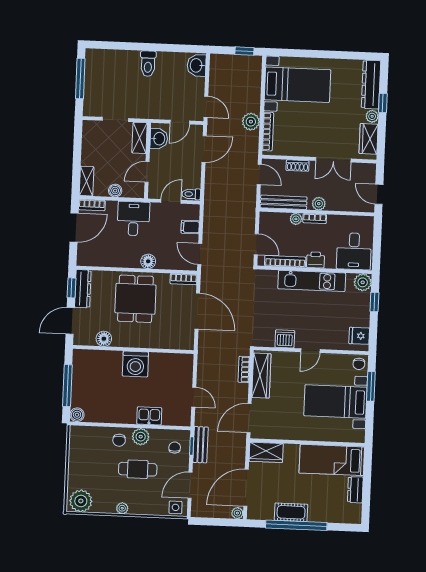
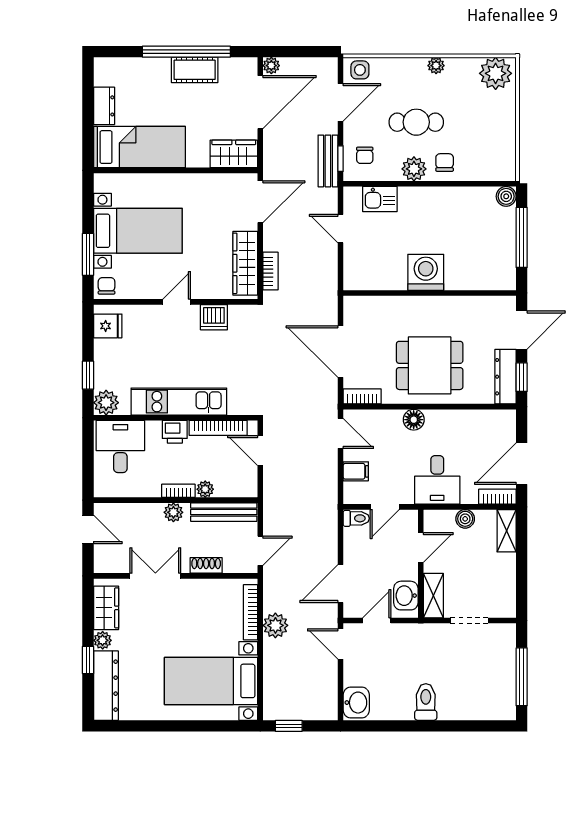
door: (259, 174) -> (260, 551), swing flipped
dining table: (135, 299) -> (430, 365), turned 90
floor lamp: (104, 339) -> (472, 307), removed
kitchen sink: (149, 416) -> (380, 199), moved

